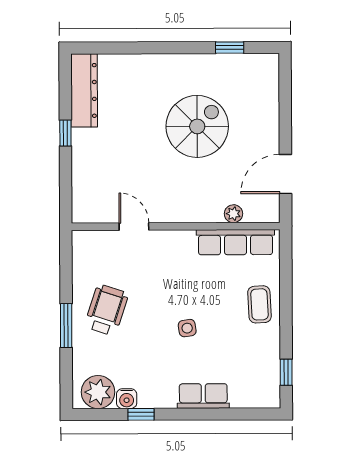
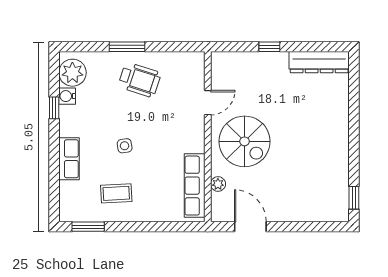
window: (230, 48) -> (354, 198), moved
spiral stairs: (197, 126) -> (245, 141), moved
window: (65, 133) -> (269, 47), moved
coffee table: (259, 304) -> (116, 193), moved
window: (286, 372) -> (88, 227), width x1.50

